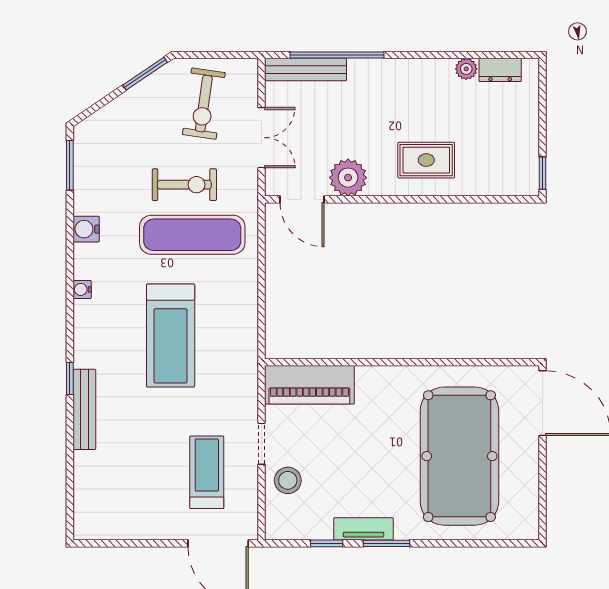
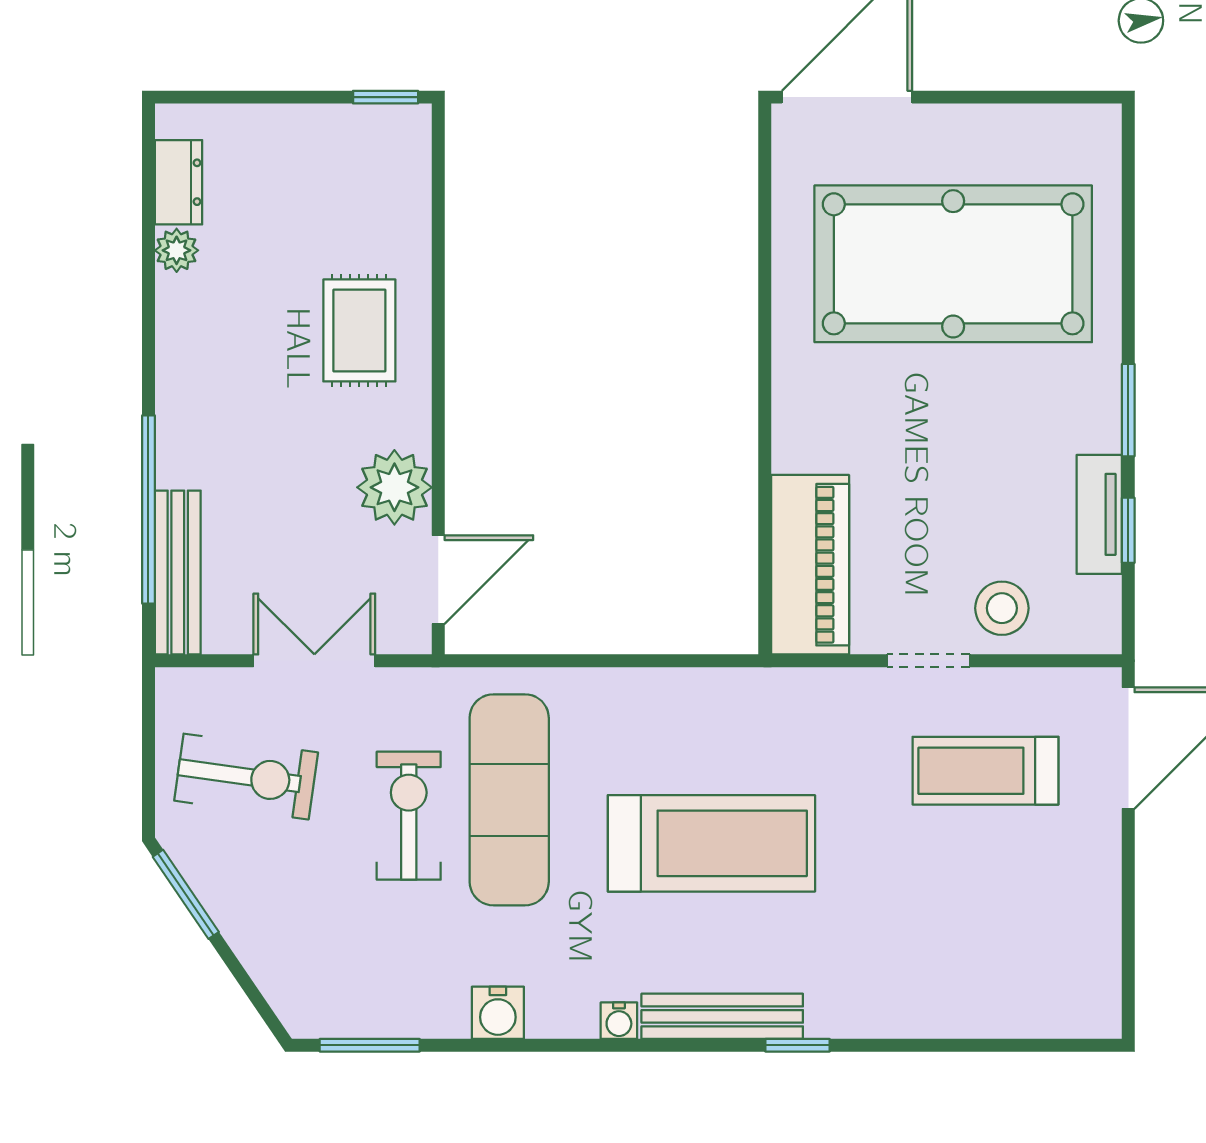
bench: (84, 409) -> (722, 1016), moved
tv unit: (364, 529) -> (1099, 514), moved

